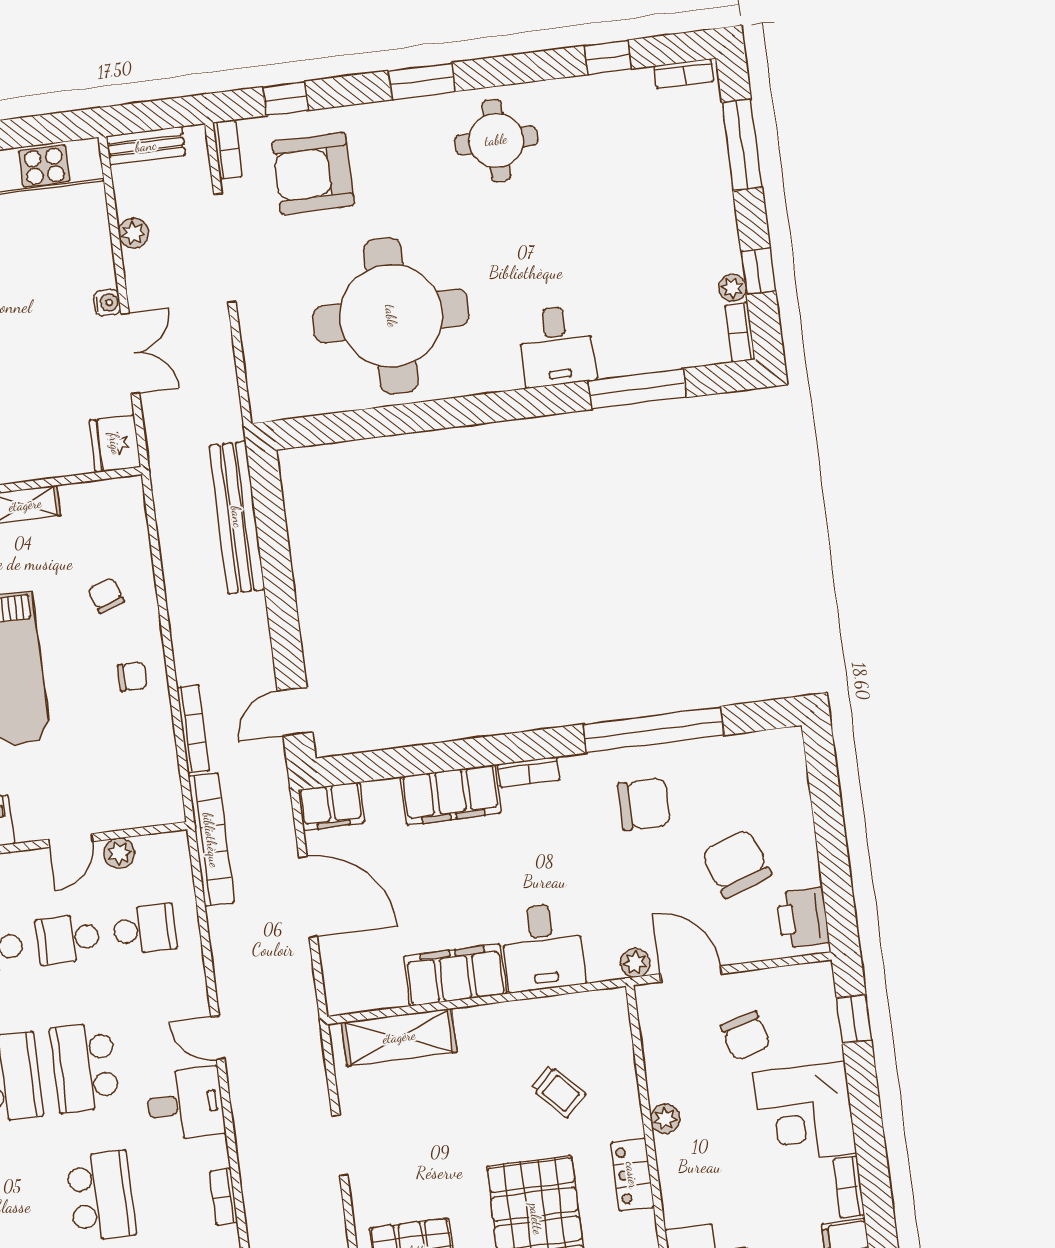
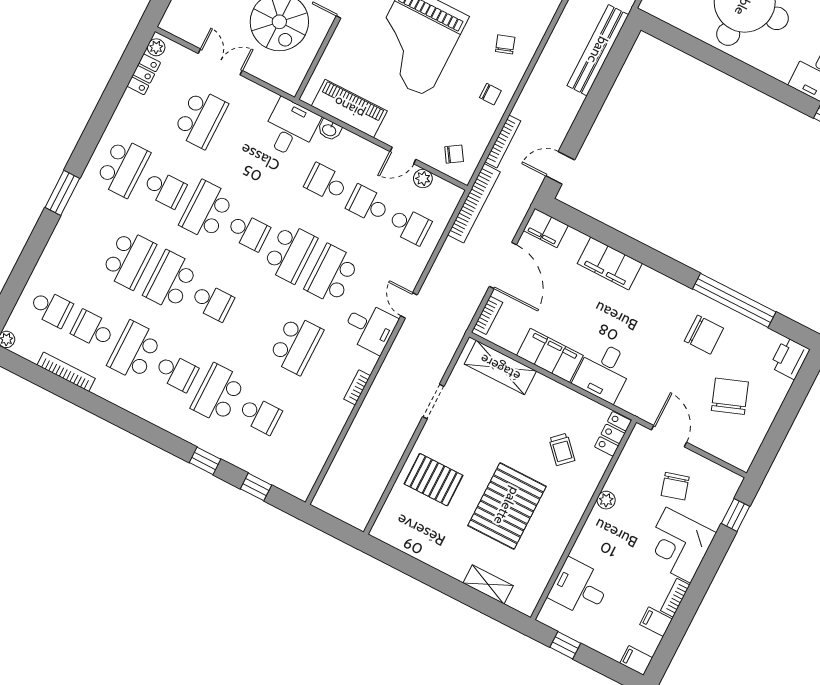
bookcase: (529, 772) -> (488, 315), moved, turned -90
chair: (139, 791) -> (454, 154), added
printer: (803, 918) -> (790, 358), moved
plant: (635, 963) -> (645, 411), removed
locker: (632, 1175) -> (613, 434), moved

